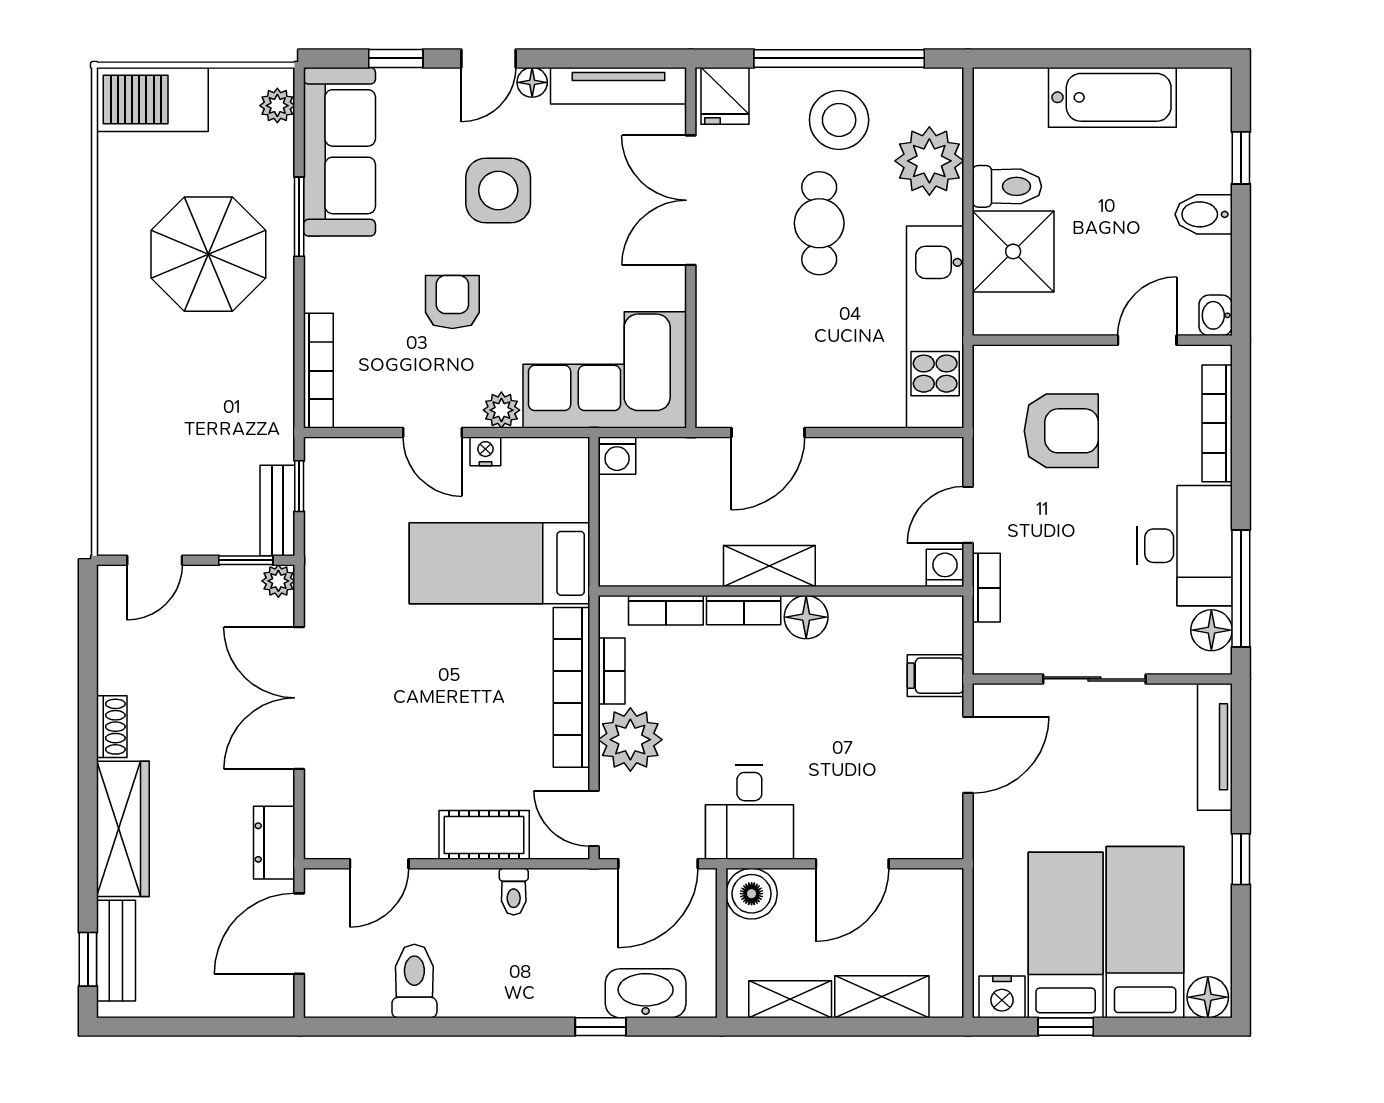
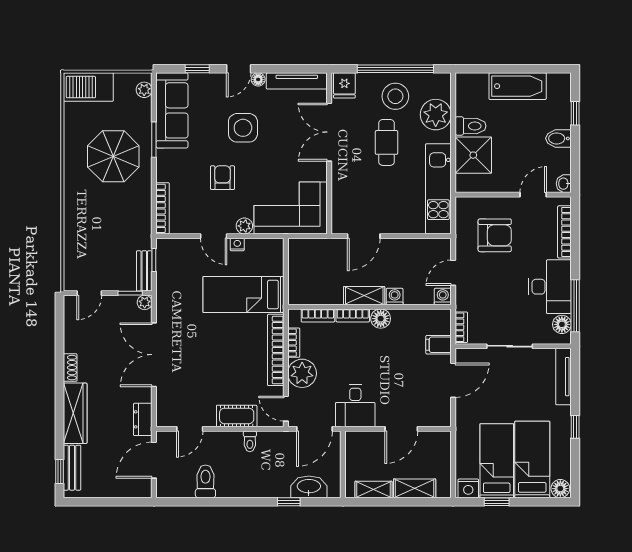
washing machine: (617, 456) -> (395, 297), moved, turned 180
bookcase: (986, 588) -> (461, 327), moved
boiler: (752, 894) -> (356, 442), removed

